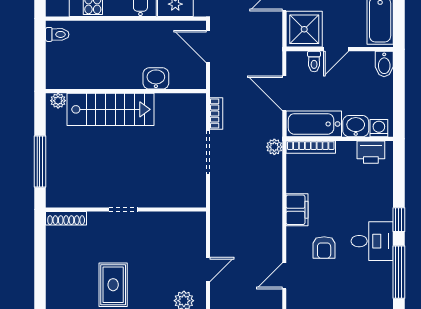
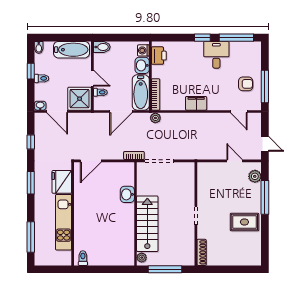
washbasin: (156, 78) -> (127, 194), moved
wall: (126, 91) -> (136, 214), moved
plant: (58, 101) -> (142, 258), moved
stairs: (110, 109) -> (147, 224), moved
armchair: (324, 248) -> (246, 84), moved

